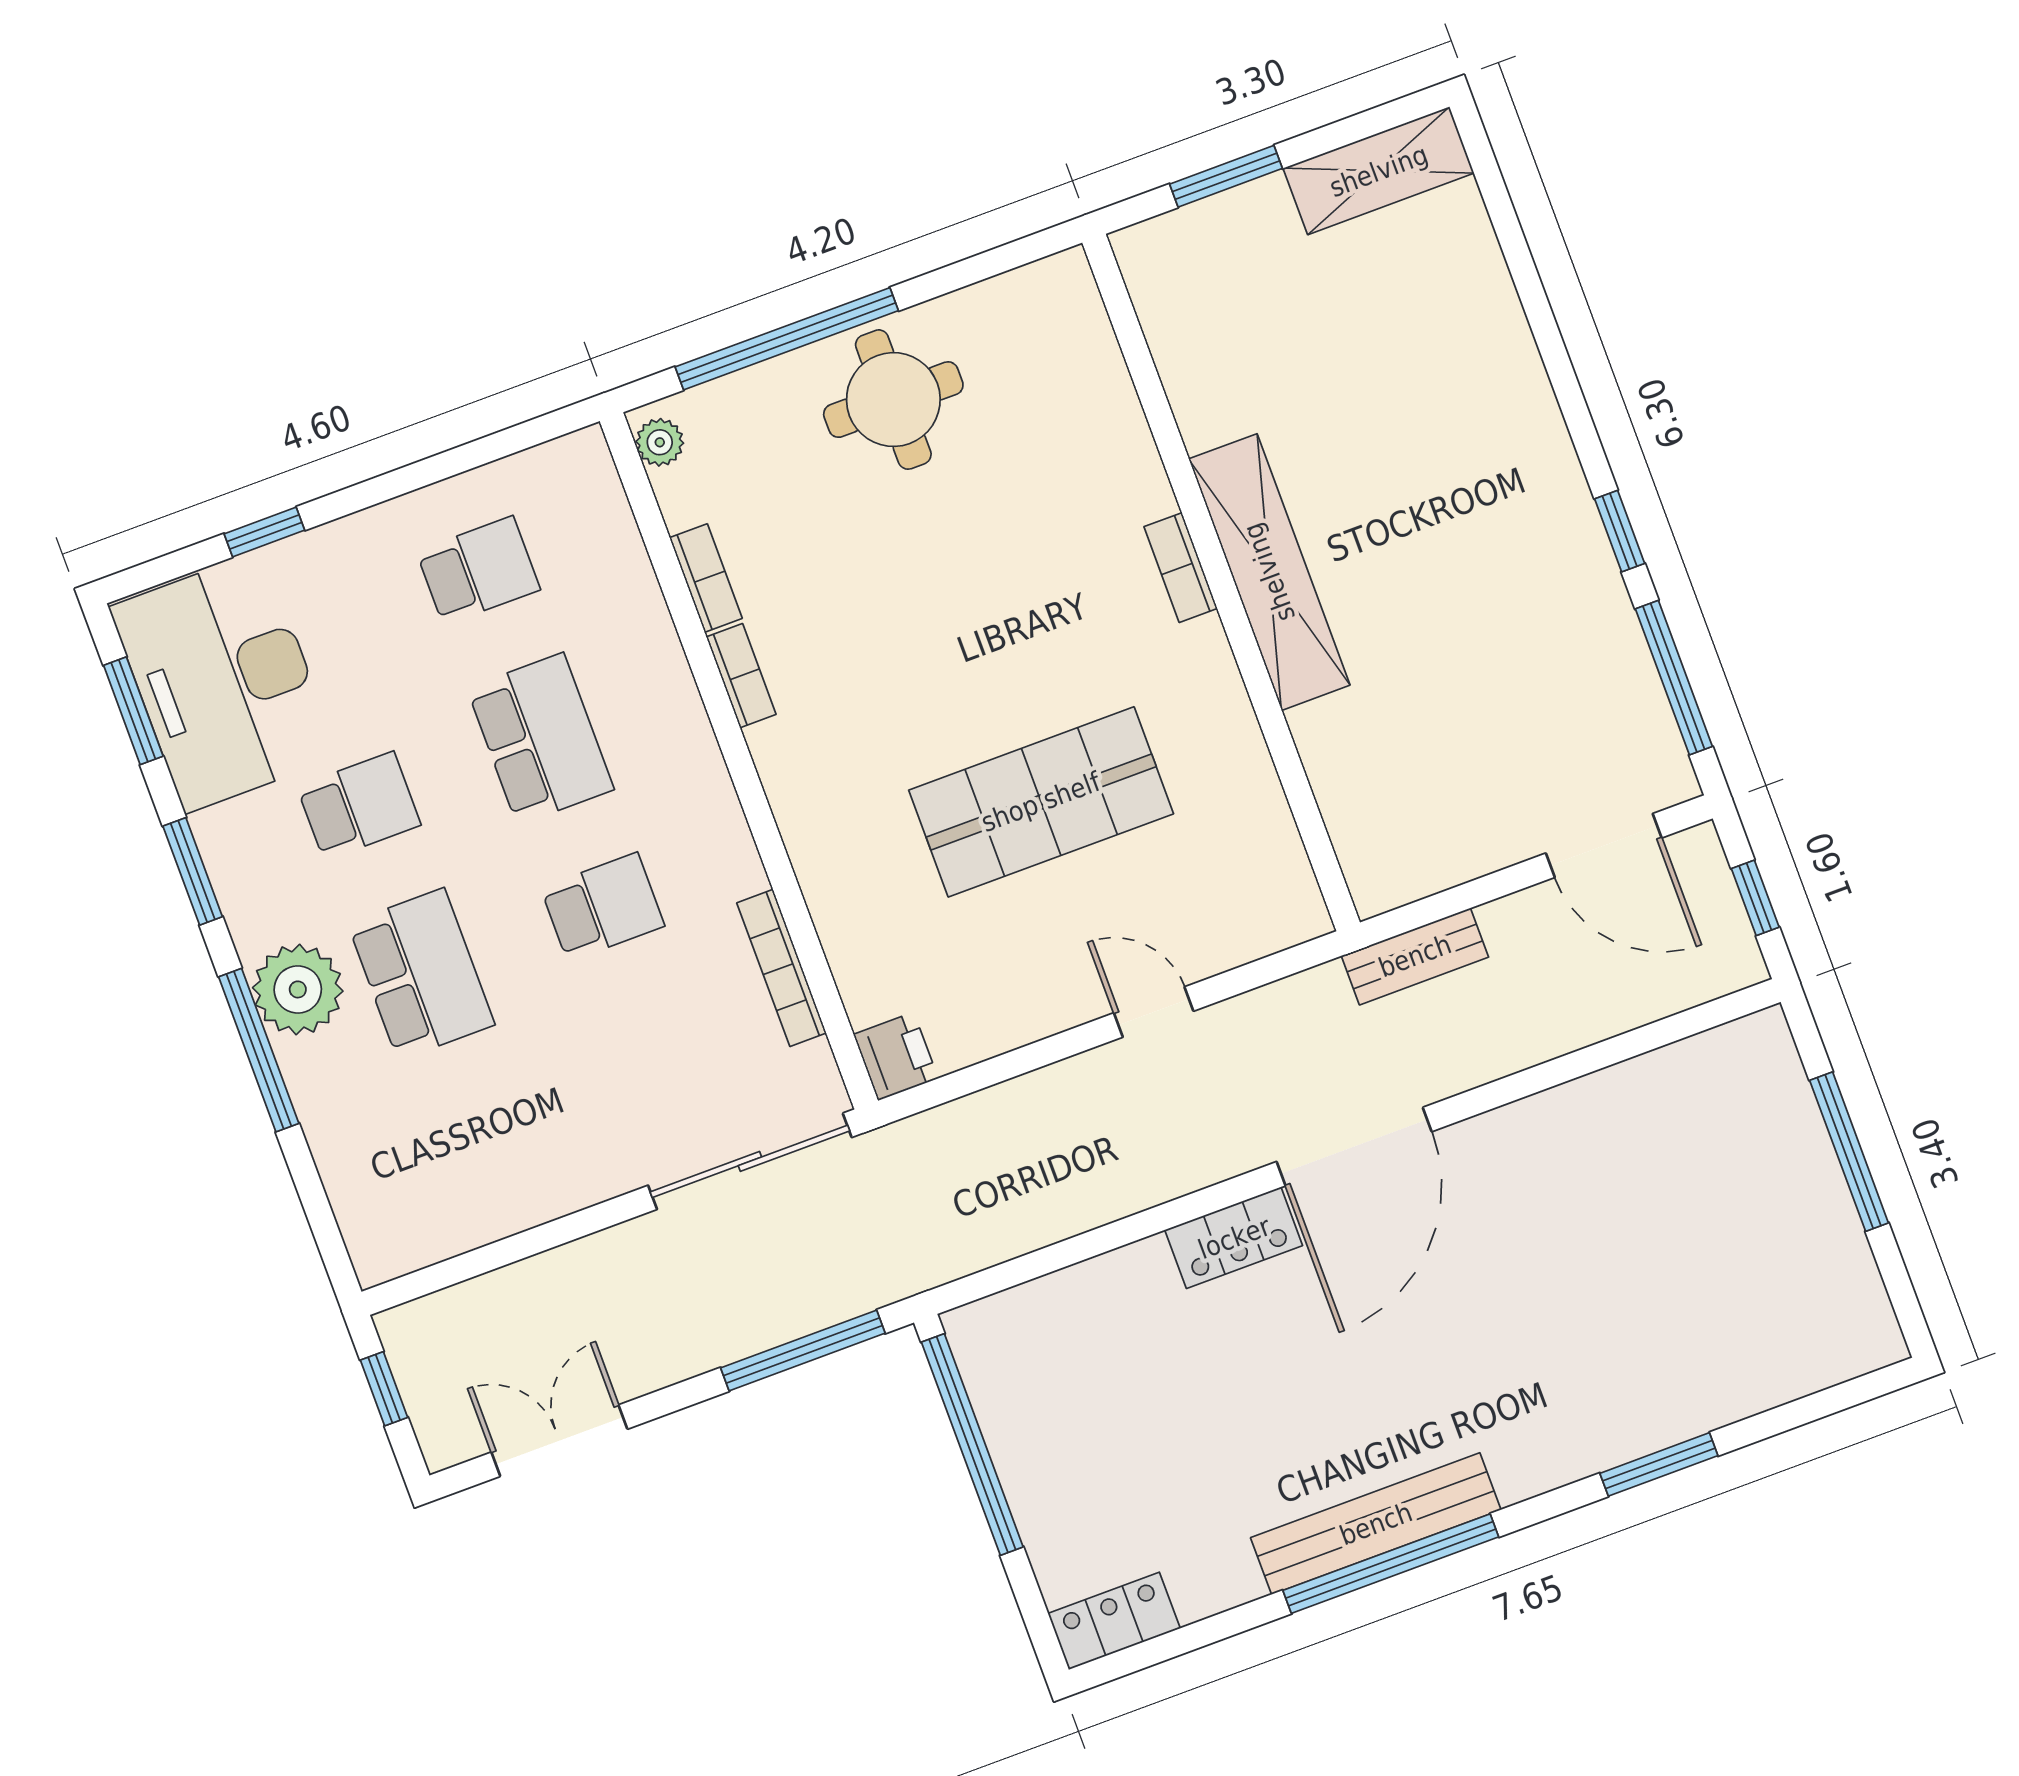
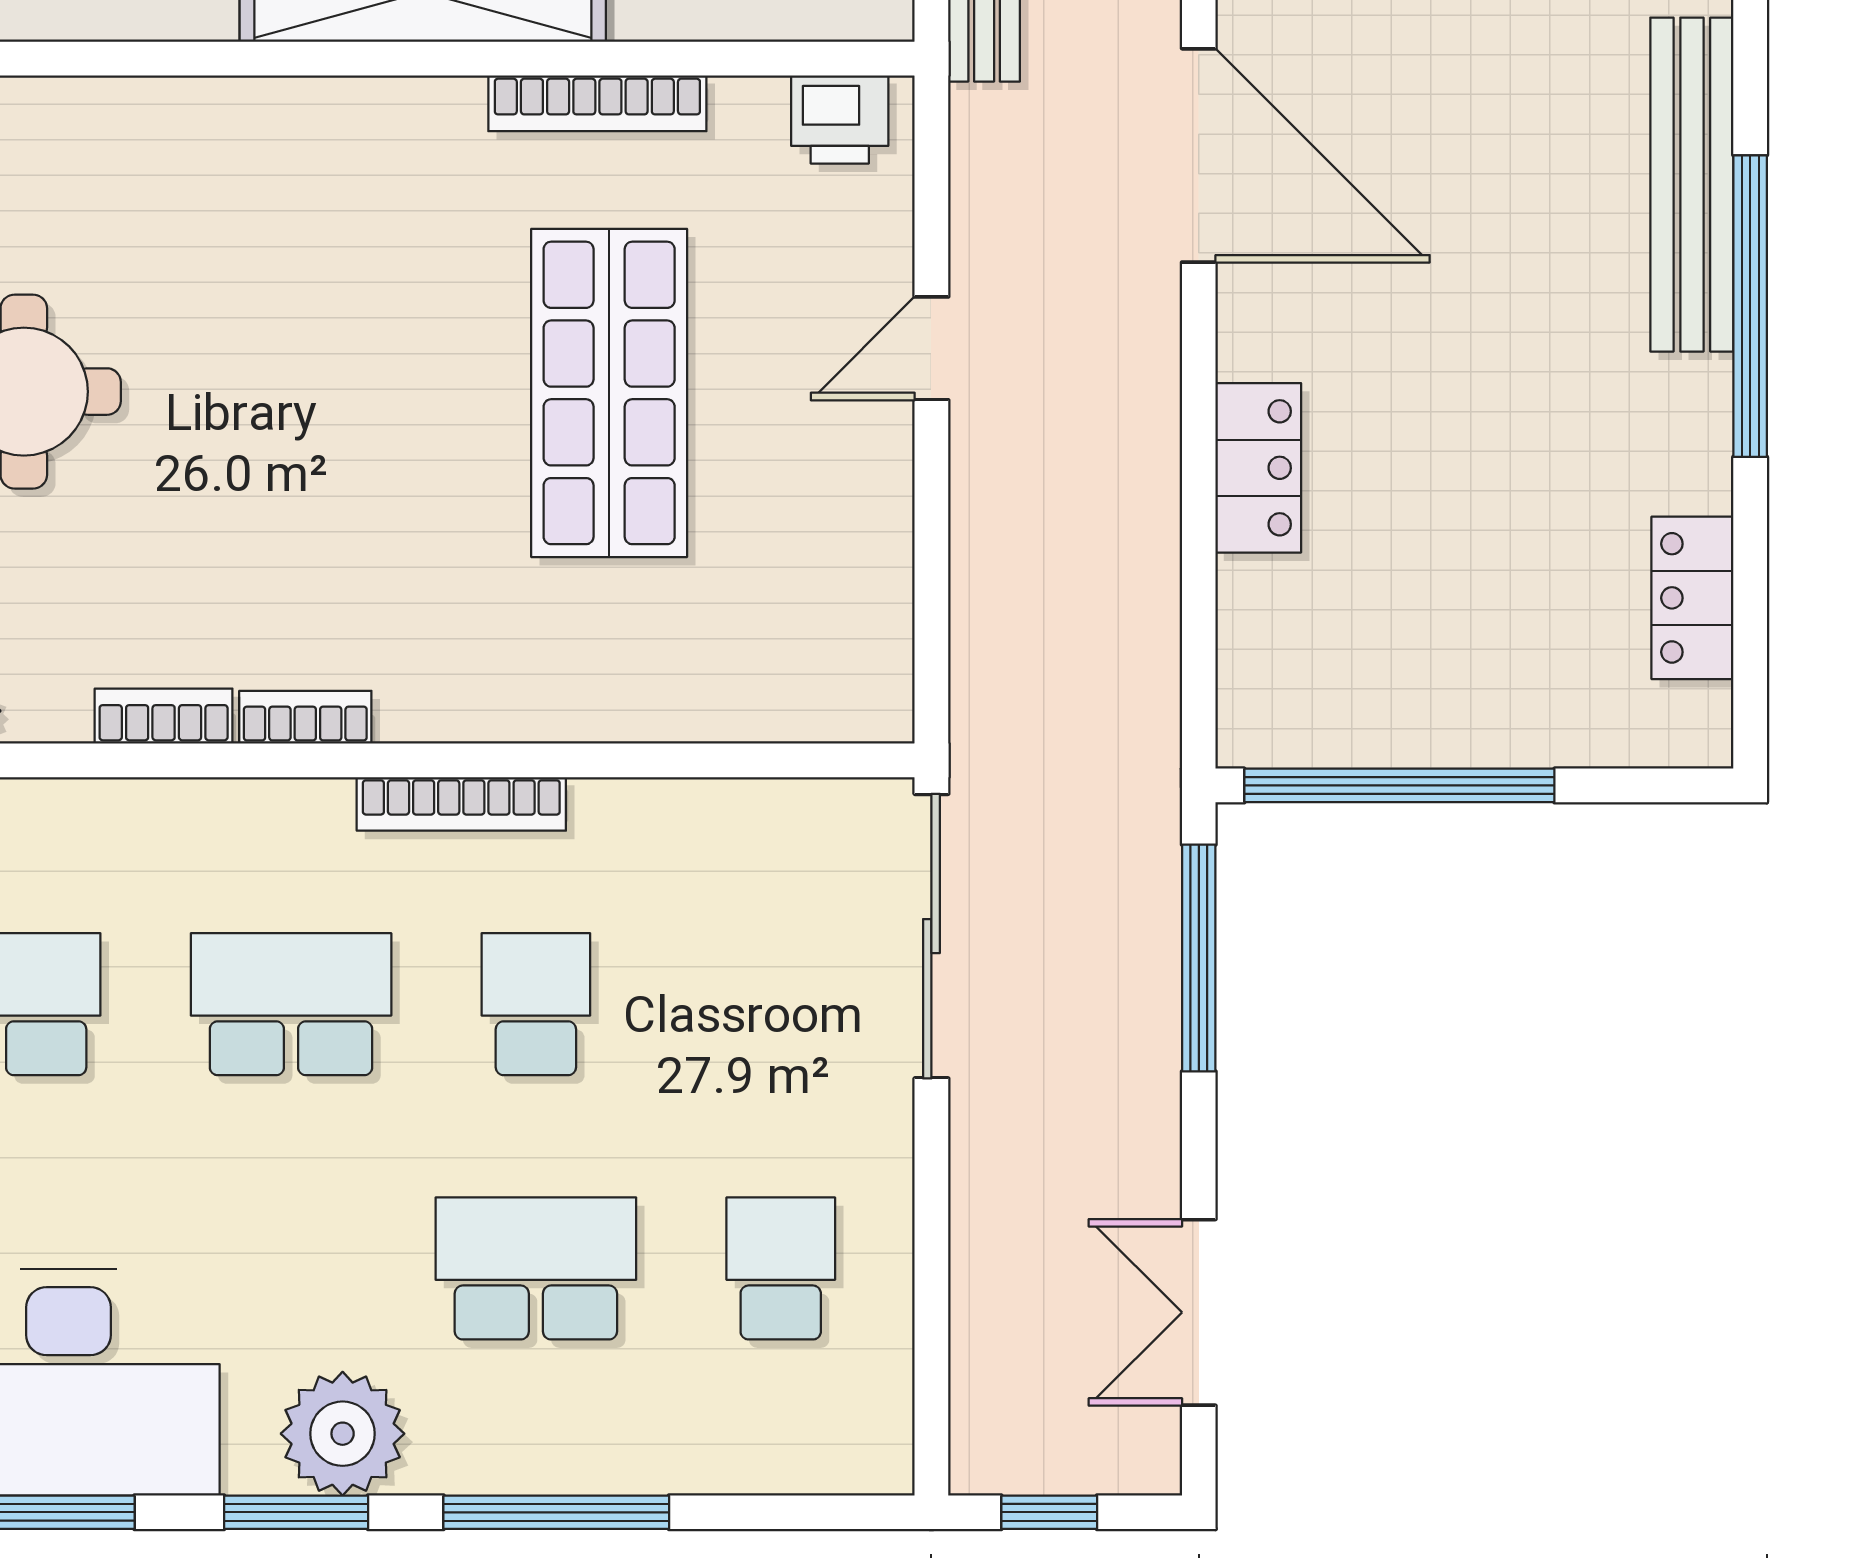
bookcase: (1181, 568) -> (597, 103), moved, width x1.56
school desk: (359, 806) -> (781, 1268), moved
bookcase: (782, 968) -> (461, 804), moved
plant: (298, 989) -> (343, 1434), moved
printer: (896, 1056) -> (840, 119), moved, turned 180
locker: (1234, 1238) -> (1258, 468), moved
bench: (1376, 1524) -> (1692, 185), moved
locker: (1114, 1621) -> (1692, 598), moved

